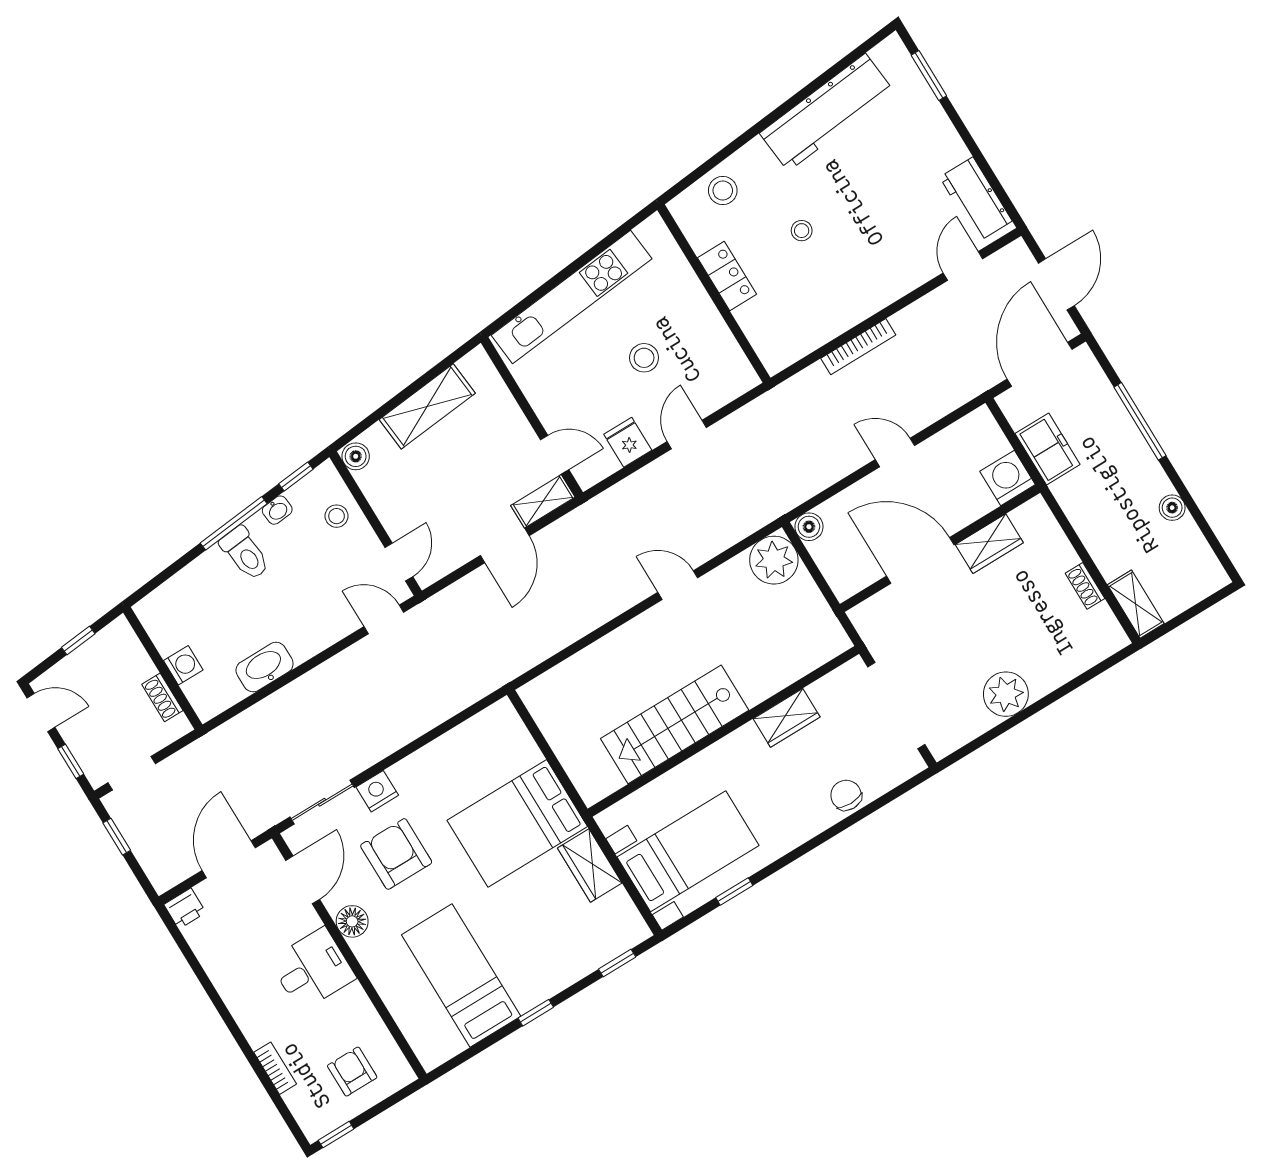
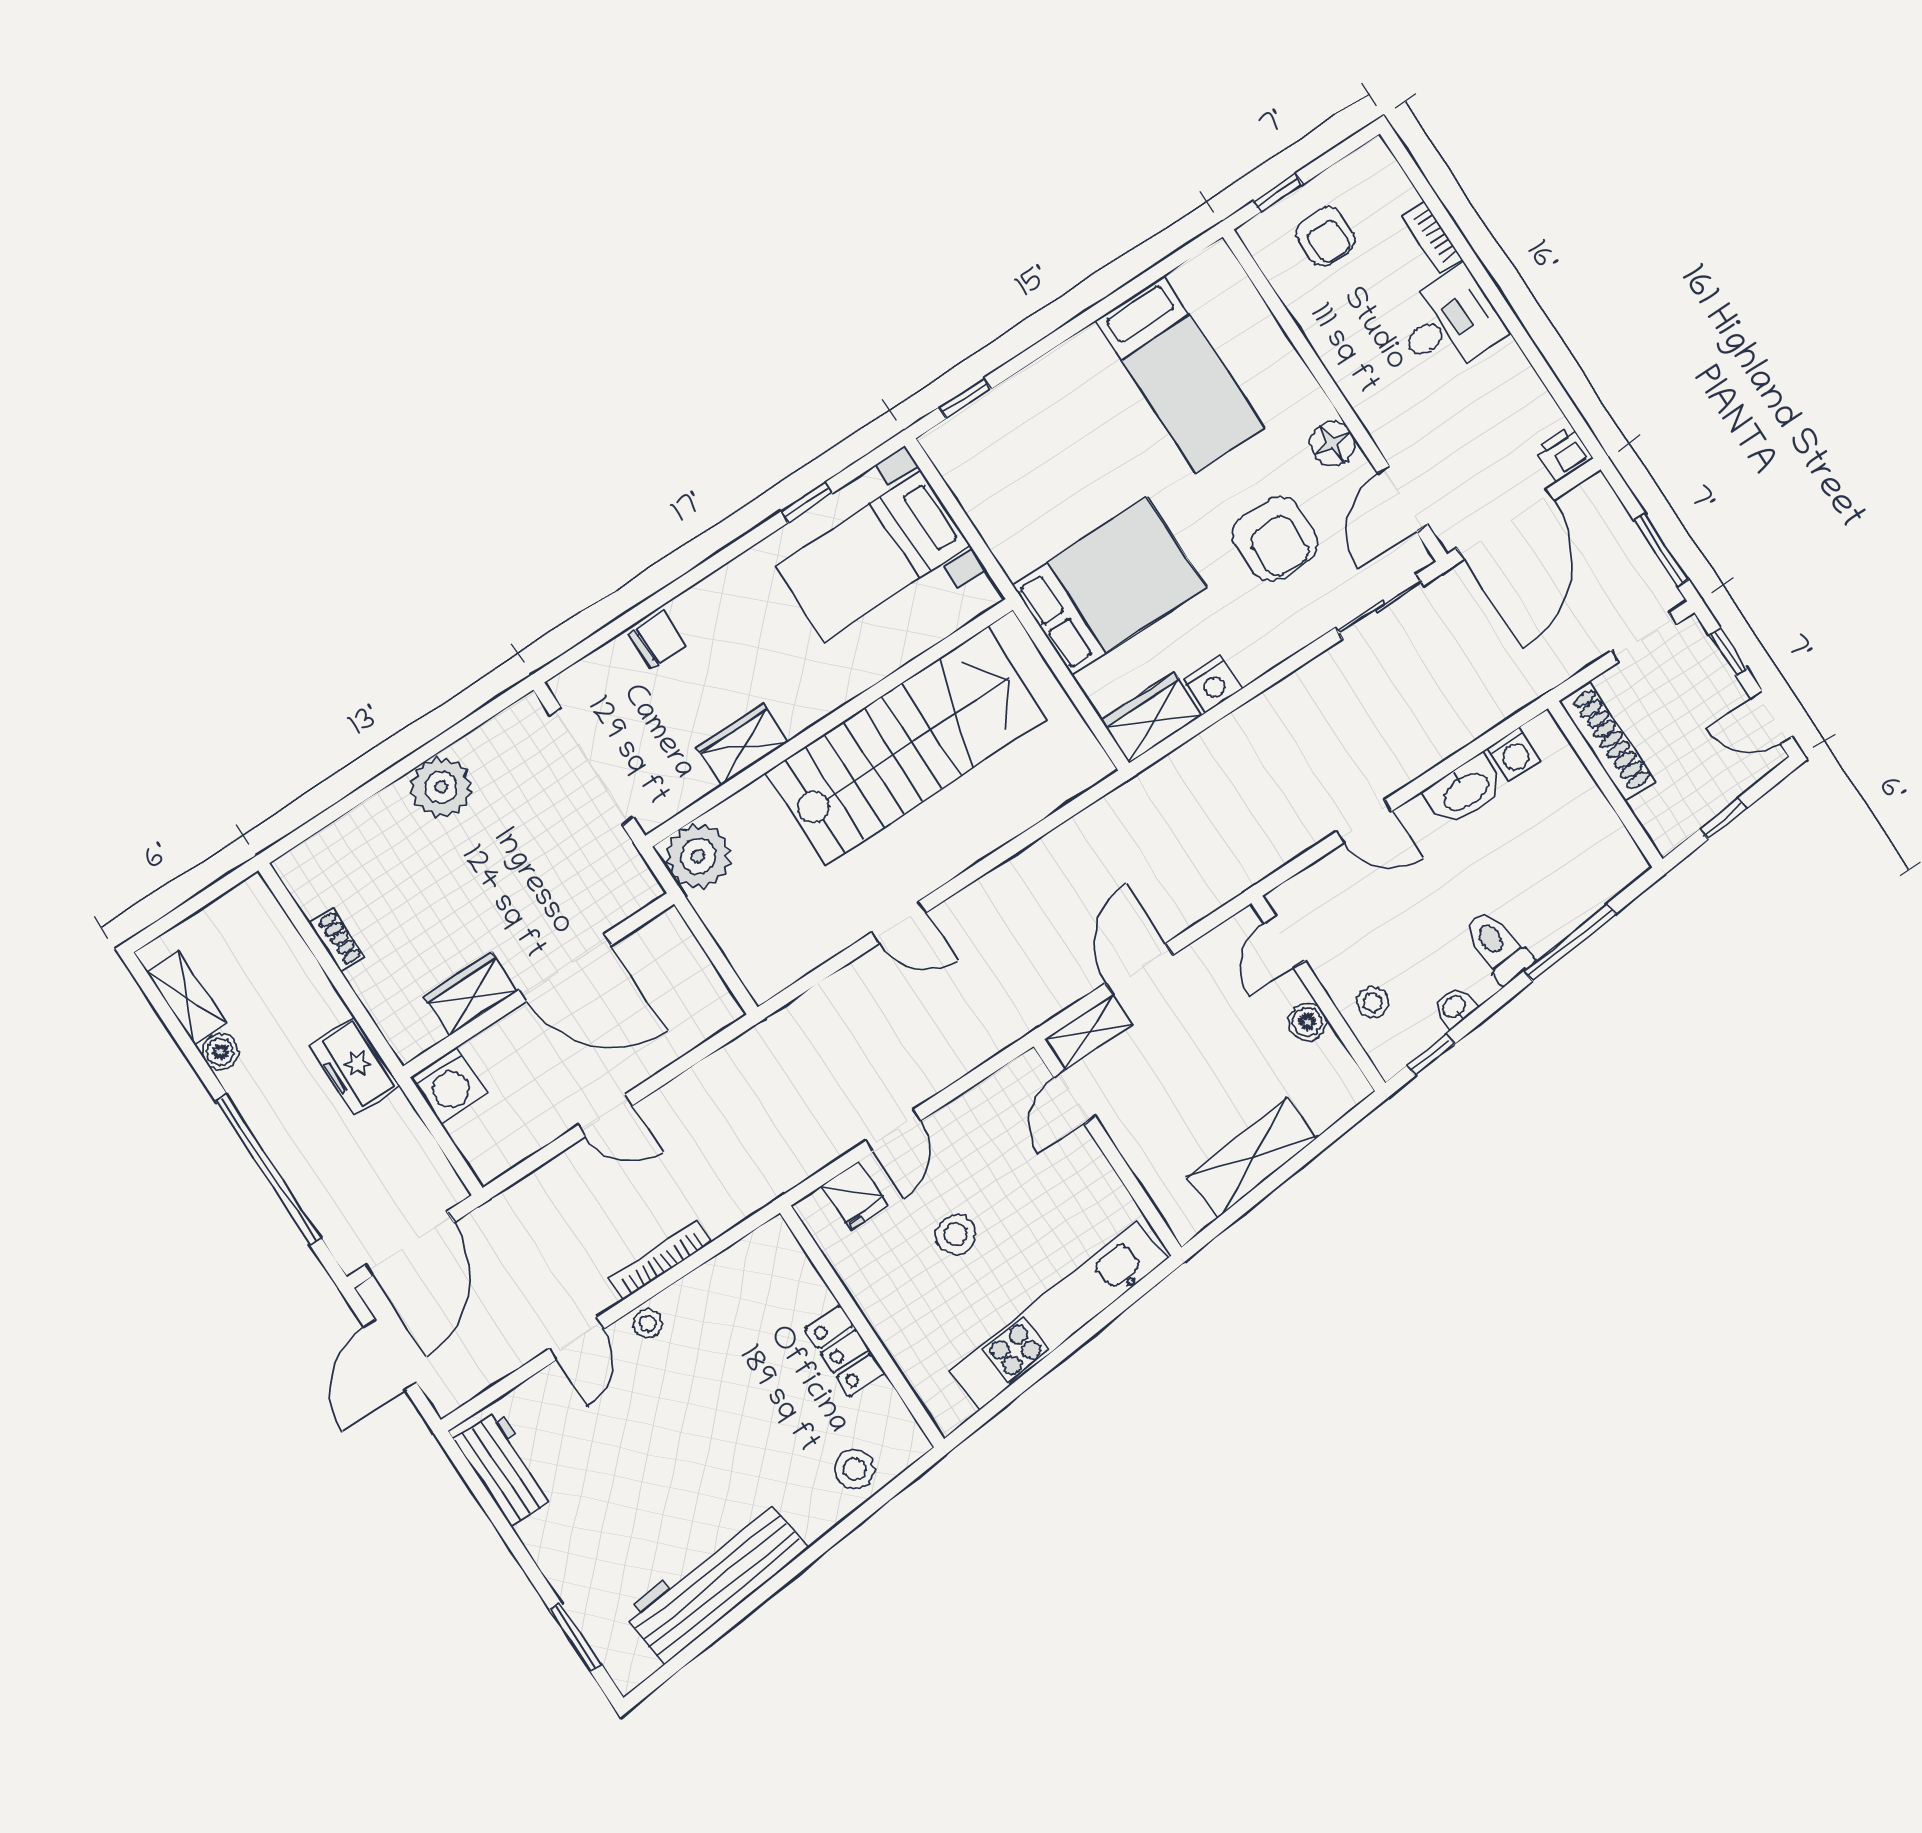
stool: (802, 231) -> (647, 1323), moved
door: (963, 266) -> (576, 1339), moved
window: (1140, 421) -> (268, 1170), width x1.46
fridge: (628, 442) -> (855, 1196), moved
freezer: (1048, 449) -> (355, 1066), moved
door: (555, 455) -> (1075, 1097), hinge flipped
boiler: (356, 456) -> (1307, 1022), moved
window: (234, 523) -> (1570, 943), moved
boiler: (809, 527) -> (720, 1009), removed
plant: (774, 560) -> (698, 856), moved
shelving: (1136, 604) -> (186, 997), moved
door: (384, 619) -> (1364, 821), moved
washing machine: (183, 665) -> (1514, 754), moved, turned -90
shoe rack: (162, 697) -> (1607, 742), width x1.94, depth x1.24
stairs: (675, 724) -> (907, 746), width x1.36, depth x1.51
nightstand: (377, 791) -> (1213, 684), moved
chair: (846, 795) -> (657, 640), turned -90
window: (117, 837) -> (1661, 550), width x1.50
door: (229, 859) -> (1506, 524), width x1.36
wardrobe: (590, 866) -> (1152, 718), moved, turned -90
desk: (312, 969) -> (1449, 323), moved, turned 180
window: (536, 1013) -> (1075, 326), removed
window: (336, 1135) -> (1278, 193), moved

